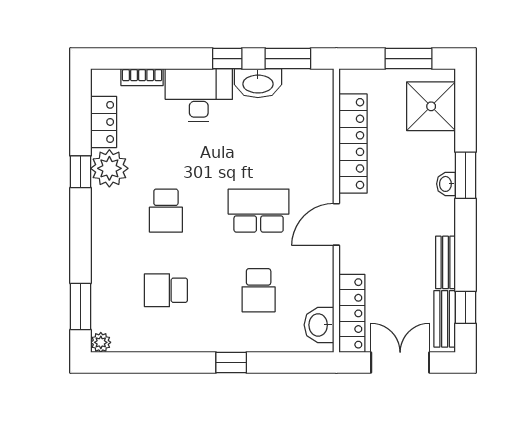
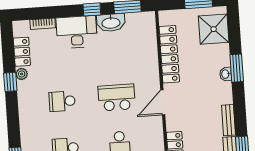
plant: (109, 168) -> (22, 74), width x0.53, depth x0.53
school desk: (166, 211) -> (62, 101), turned 90

